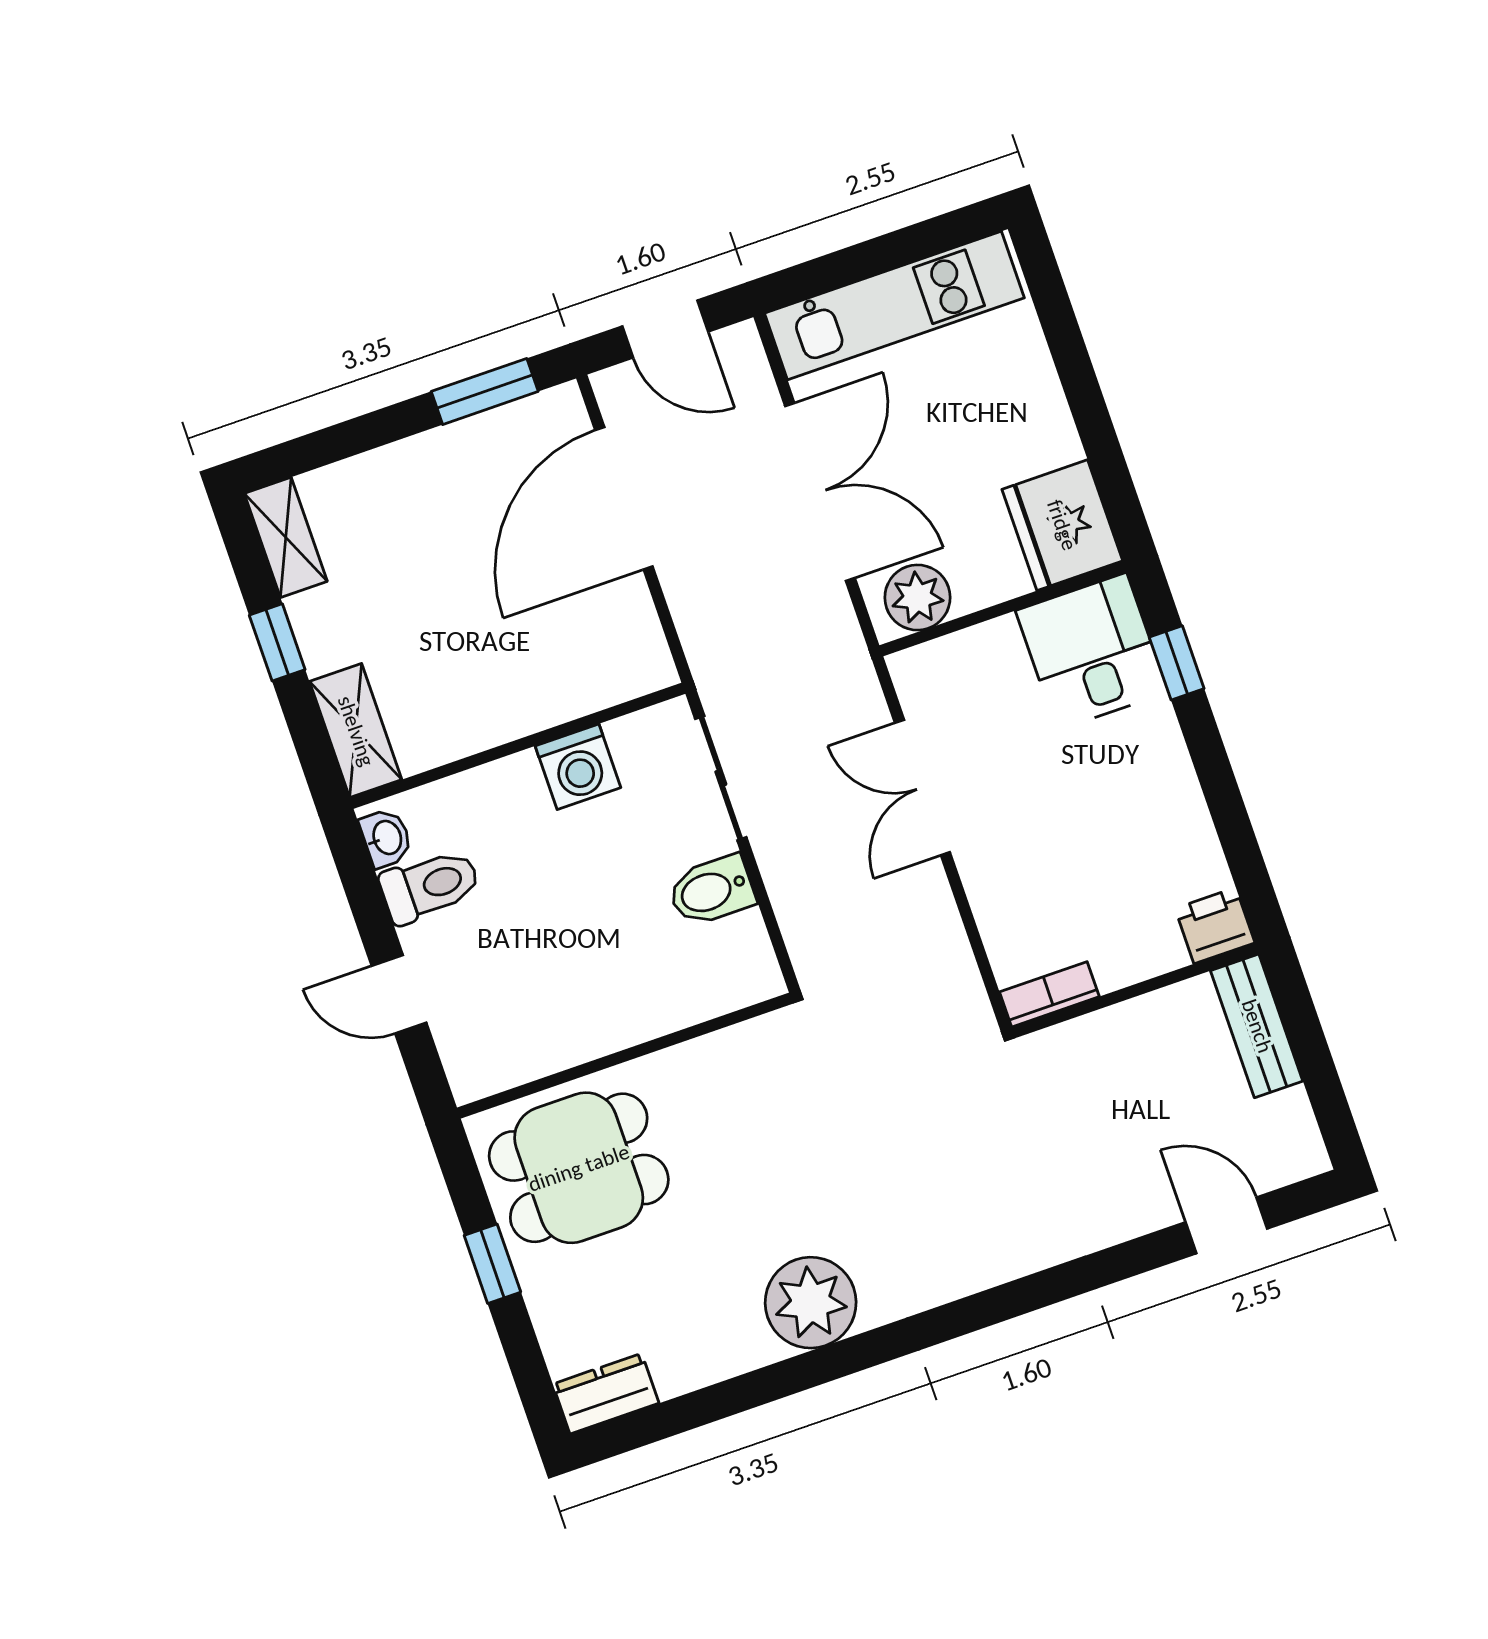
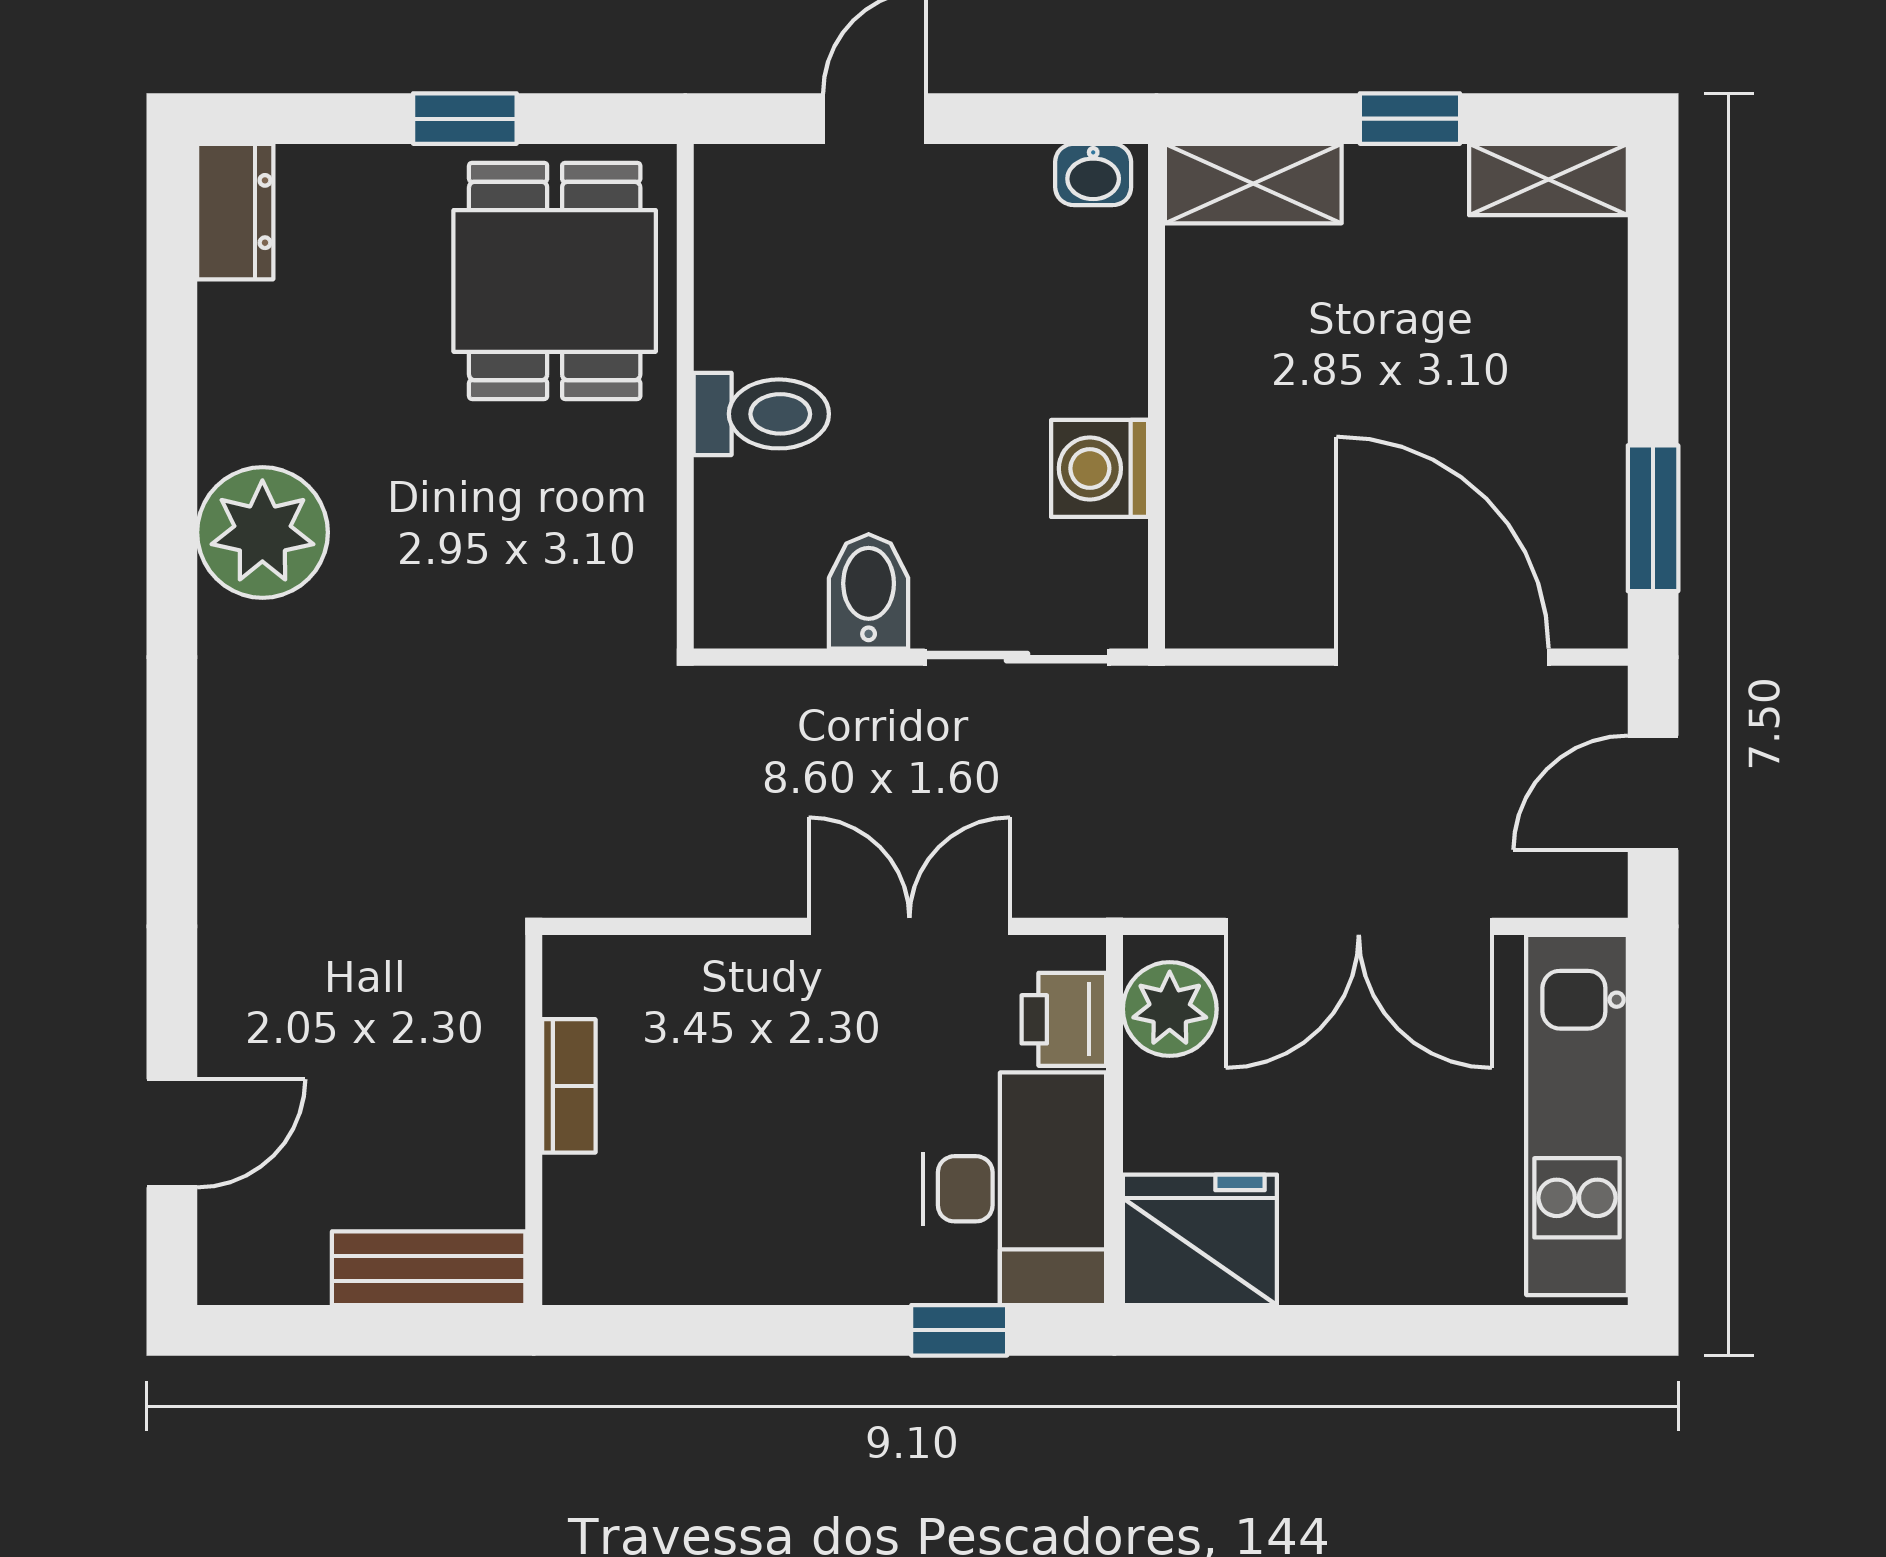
desk: (1092, 651) -> (1015, 1189), width x1.37
toilet: (430, 886) -> (761, 414), moved, turned -90
printer: (1215, 926) -> (1064, 1019), moved, turned 180
bookcase: (1049, 994) -> (569, 1086), moved

